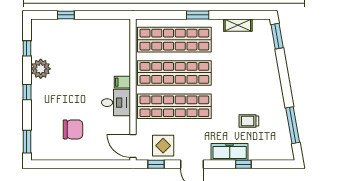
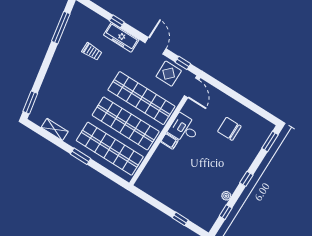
plant: (41, 69) -> (226, 196), width x0.53, depth x0.53

